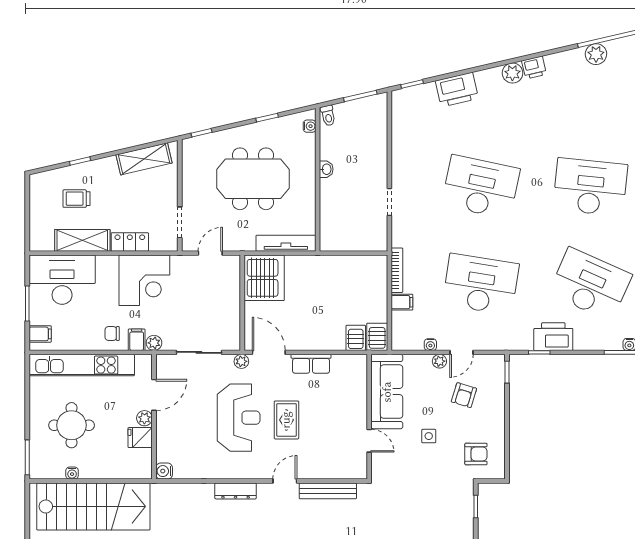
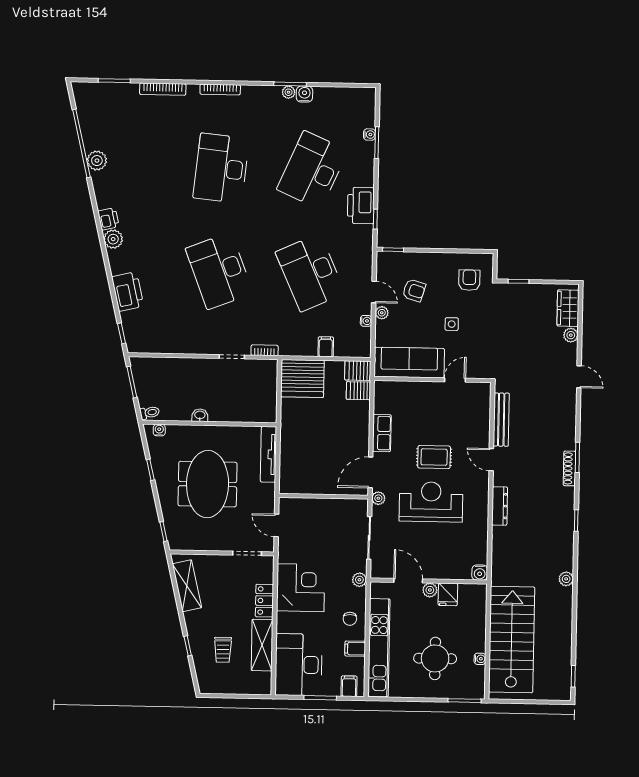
desk: (481, 187) -> (219, 271), turned -33
bookcase: (397, 270) -> (265, 350), moved, width x0.64
server rack: (264, 278) -> (302, 379), moved, turned 180
desk: (481, 284) -> (310, 273), turned -33
filing cabinet: (137, 340) -> (355, 649), moved

